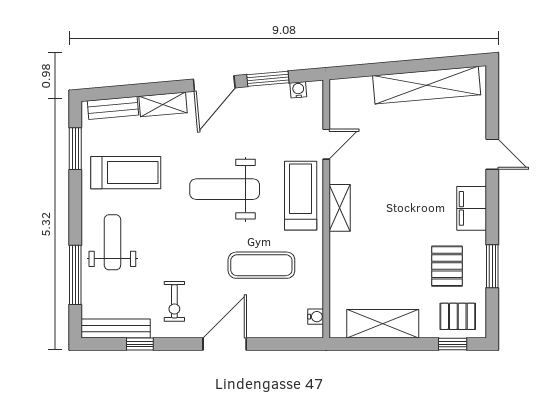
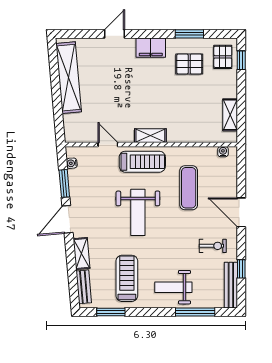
door: (214, 83) -> (67, 219), swing flipped
treadmill: (301, 196) -> (142, 162), turned 180
shelving: (383, 324) -> (230, 115), width x0.67, depth x0.75

